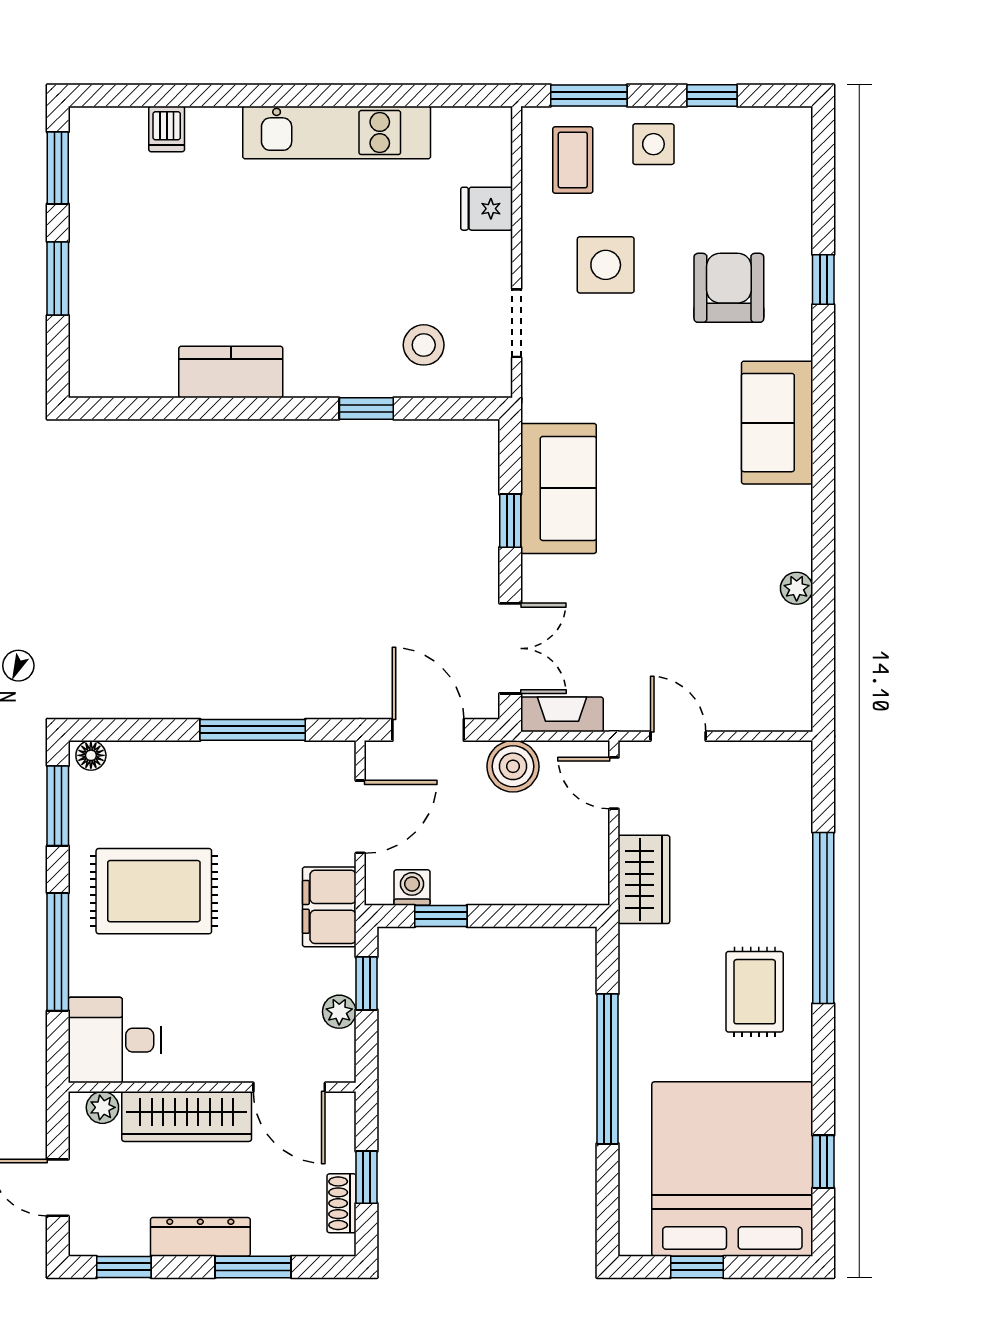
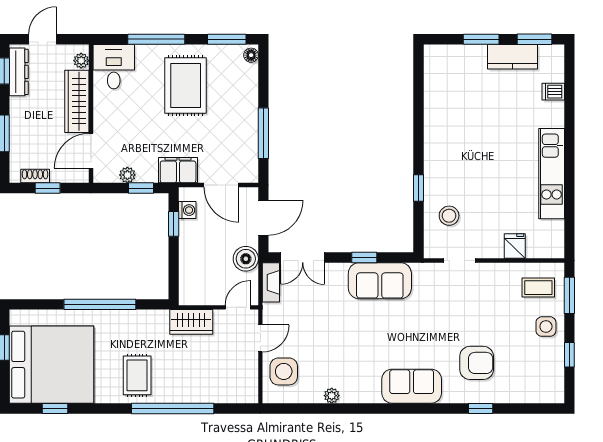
side table: (606, 265) -> (284, 371), moved
kitchen counter: (231, 372) -> (513, 57), moved, turned 90
rug: (755, 992) -> (137, 375), turned 90
dresser: (200, 1237) -> (19, 72), moved

